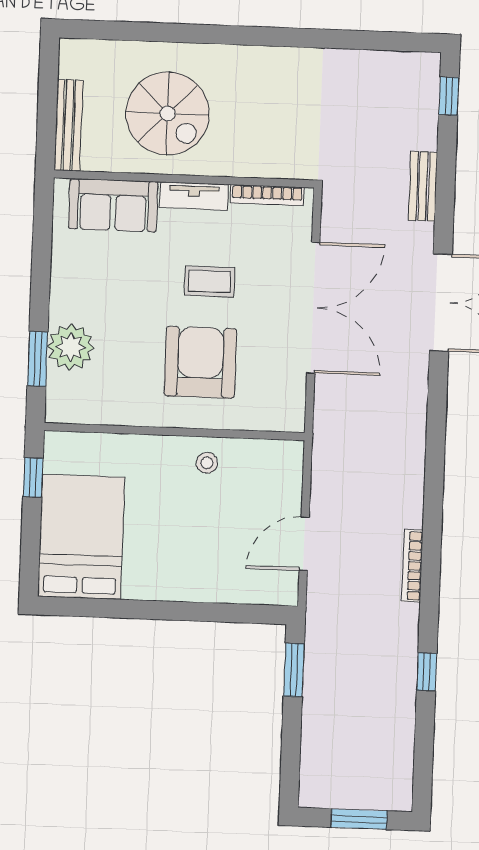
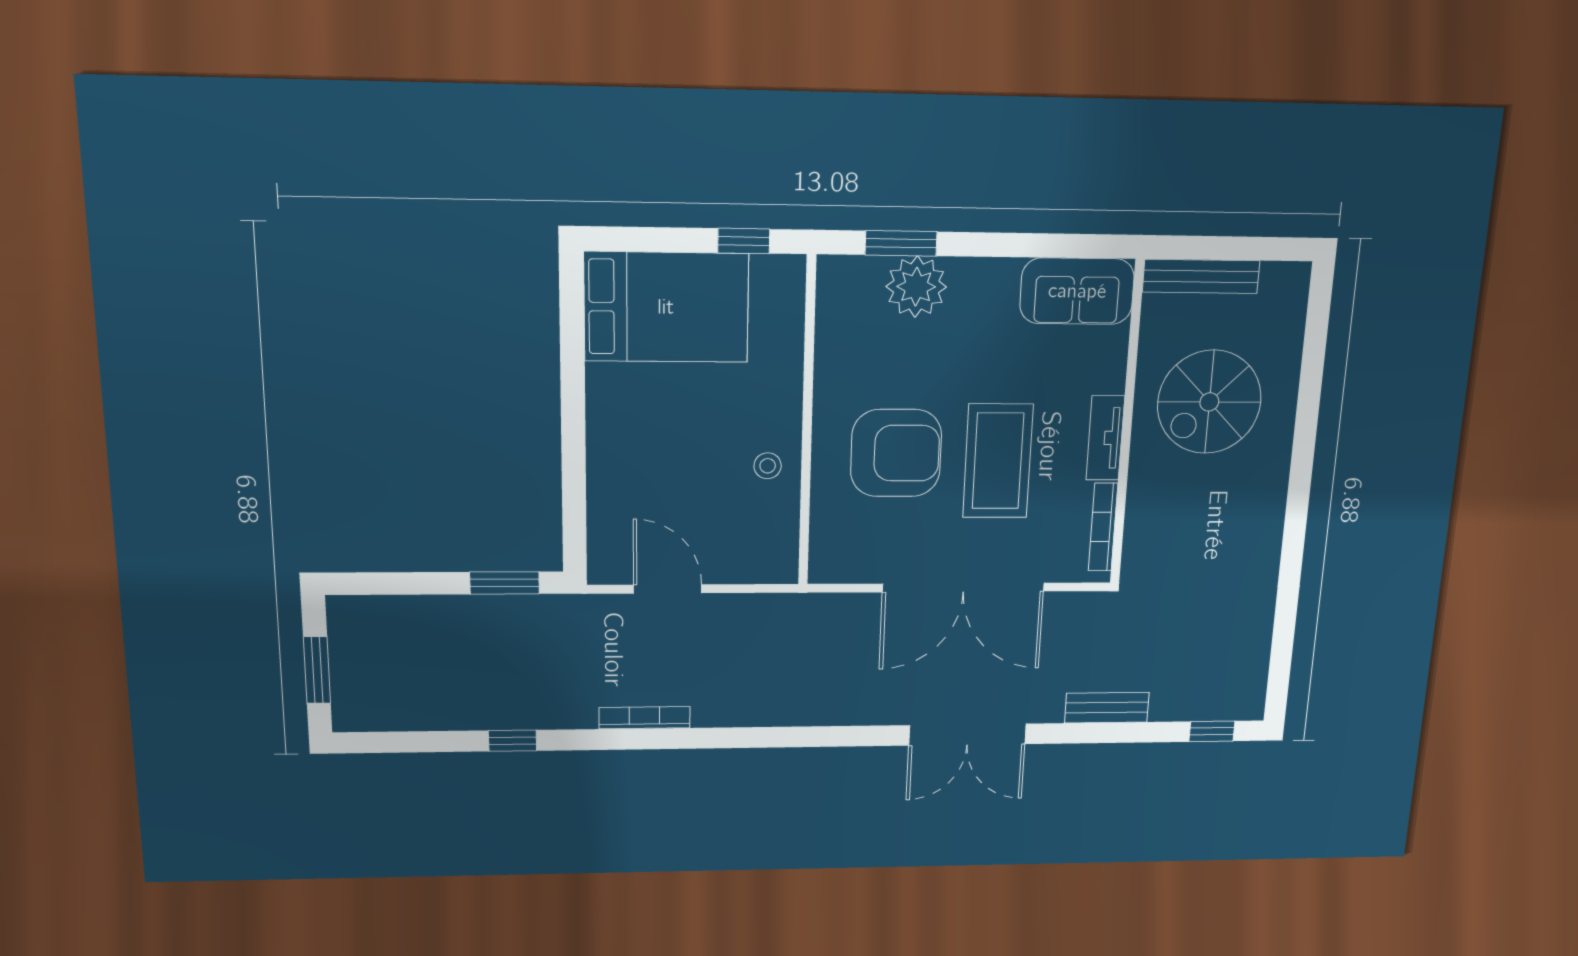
sofa: (113, 205) -> (1077, 291), moved, turned -90
coffee table: (210, 282) -> (998, 461), width x1.86, depth x1.72

